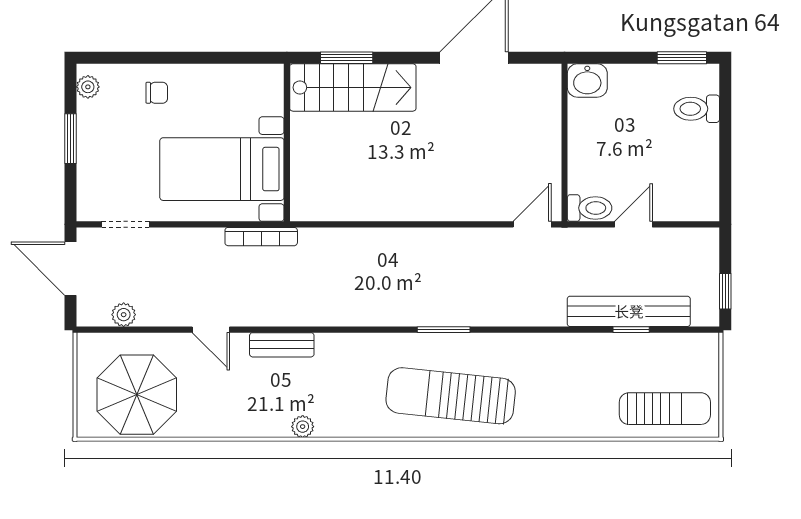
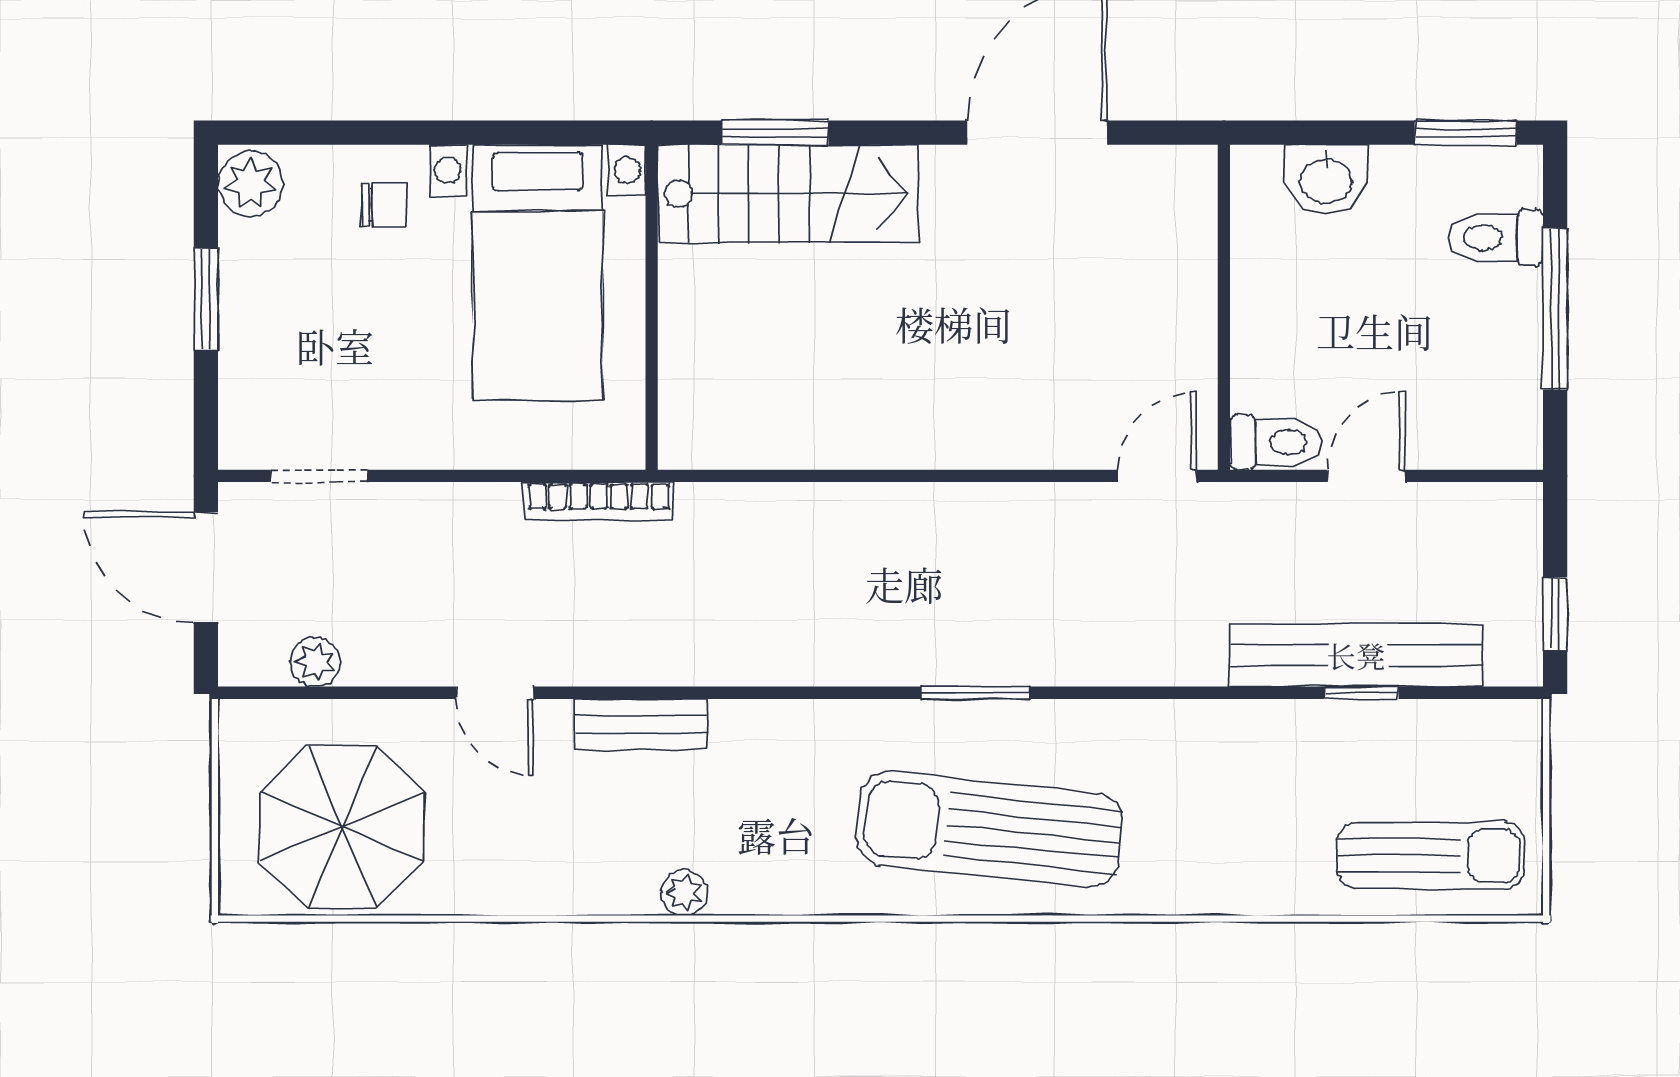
washbasin: (587, 80) -> (1326, 179), moved
plant: (88, 87) -> (250, 184), width x1.38, depth x1.38
window: (725, 143) -> (1555, 309), added
bed with nightstands: (222, 169) -> (538, 272), moved, turned -90

